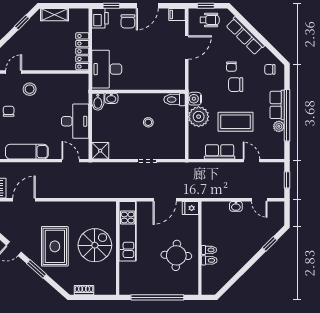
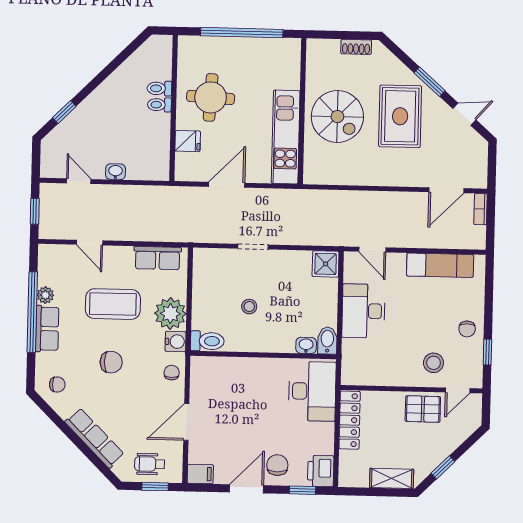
pallet: (36, 59) -> (423, 409), added
chair: (231, 67) -> (172, 373), moved
row of seats: (220, 152) -> (158, 258), moved
fridge: (190, 208) -> (188, 141), moved
spiral stairs: (95, 245) -> (337, 117), turned -90

